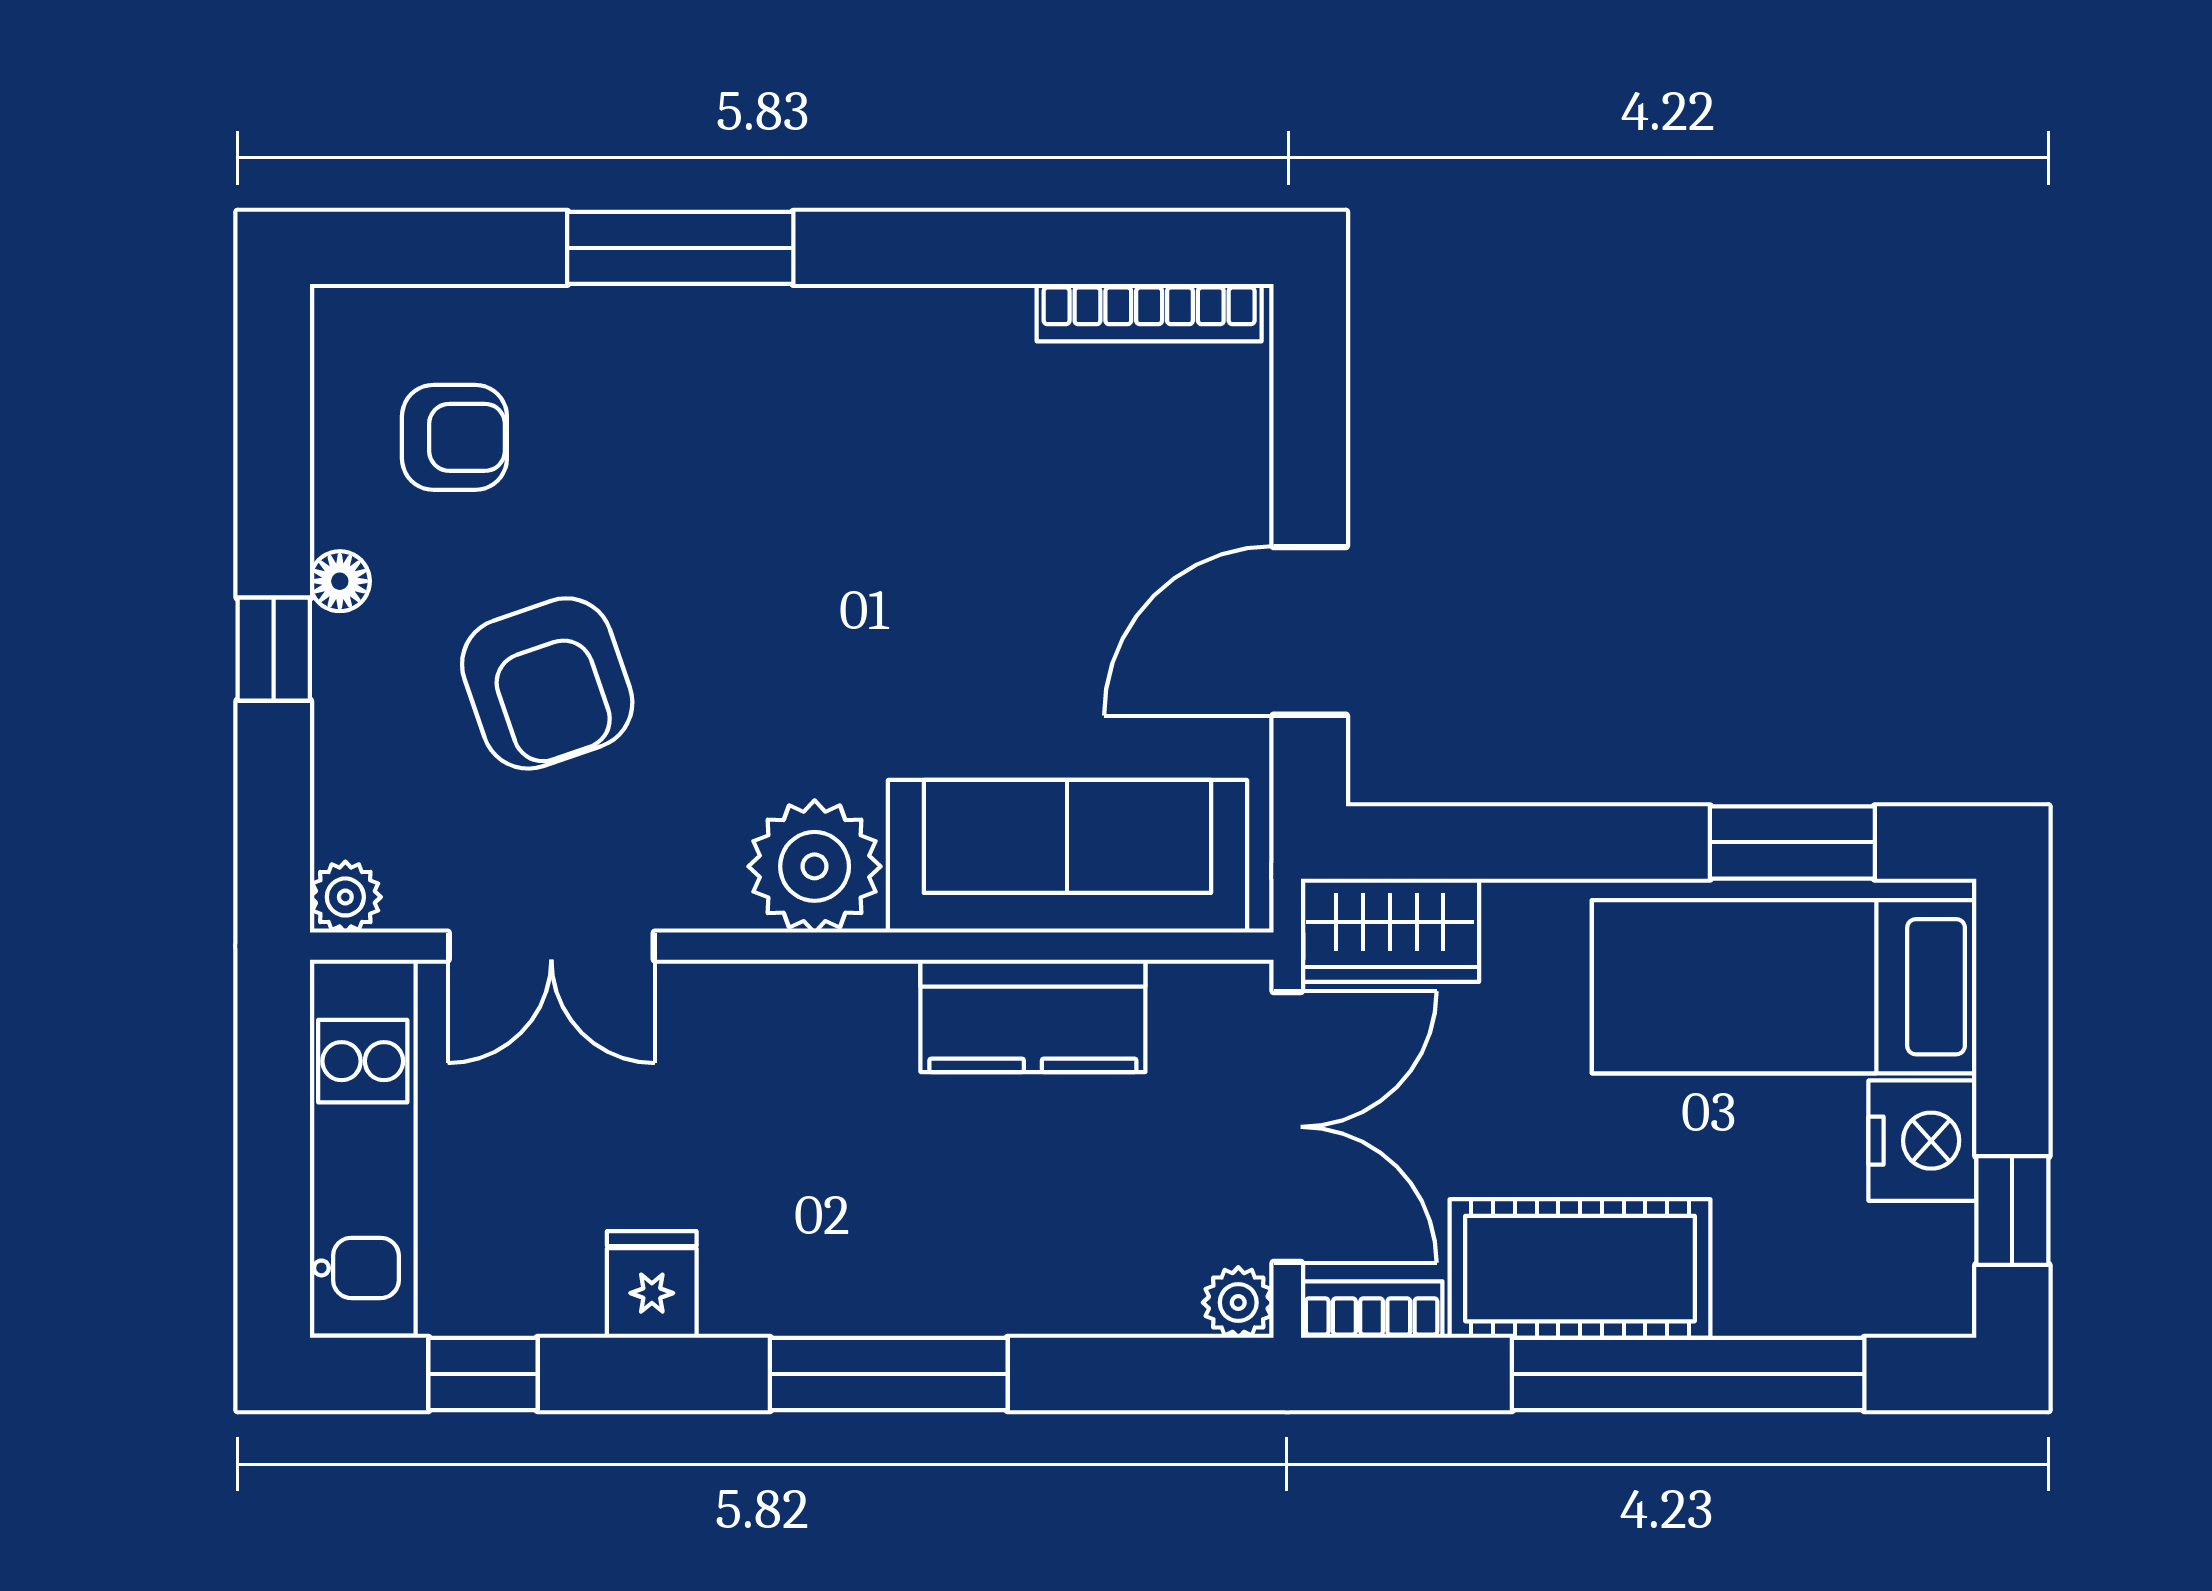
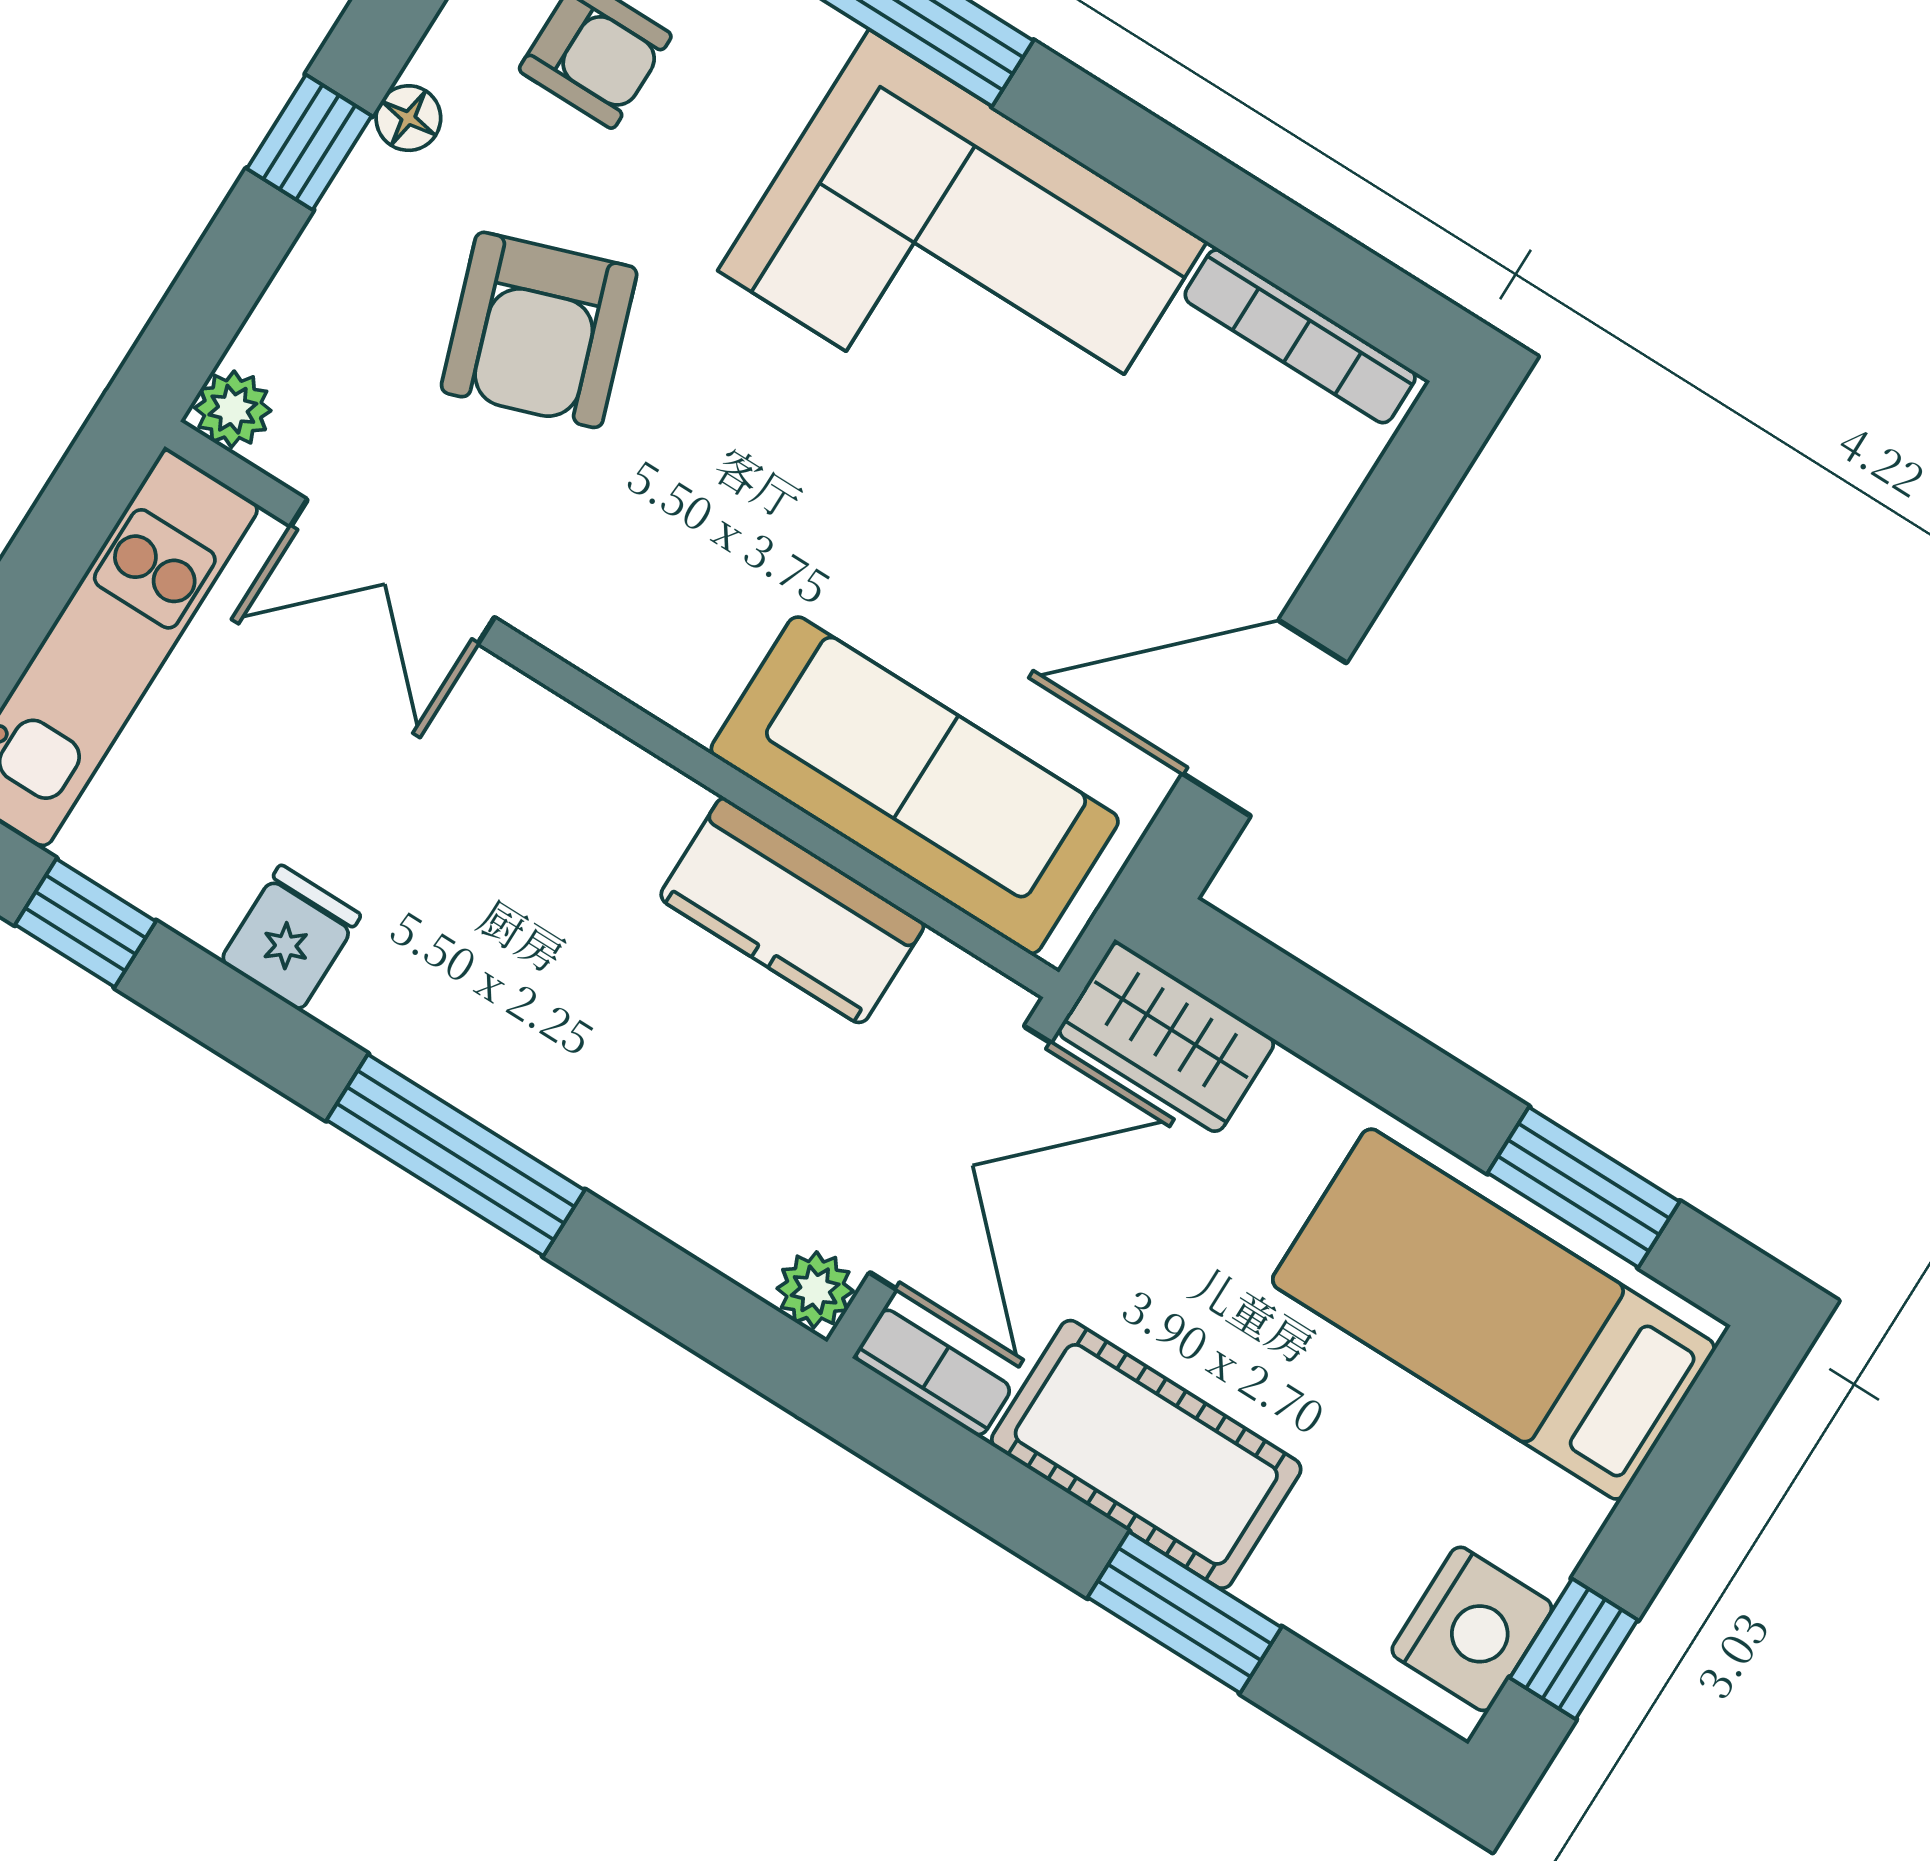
corner sofa: (844, 416) -> (962, 256), added
plant: (815, 866) -> (678, 650), removed
nightstand: (1922, 1141) -> (1472, 1629), moved
window: (1688, 1374) -> (1185, 1612), width x0.47

